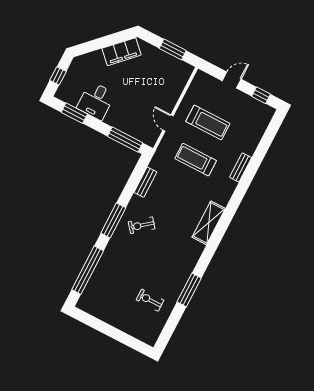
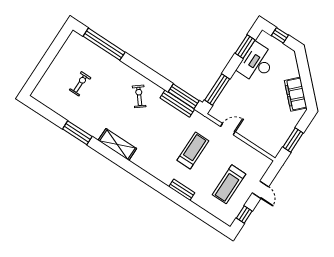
desk: (96, 101) -> (257, 63), width x1.37
treadmill: (208, 122) -> (229, 184), moved
bench: (145, 182) -> (177, 104), width x1.36
window: (113, 220) -> (184, 96), moved
shelving: (209, 223) -> (117, 145), moved
exercise bike: (150, 300) -> (80, 84), moved

